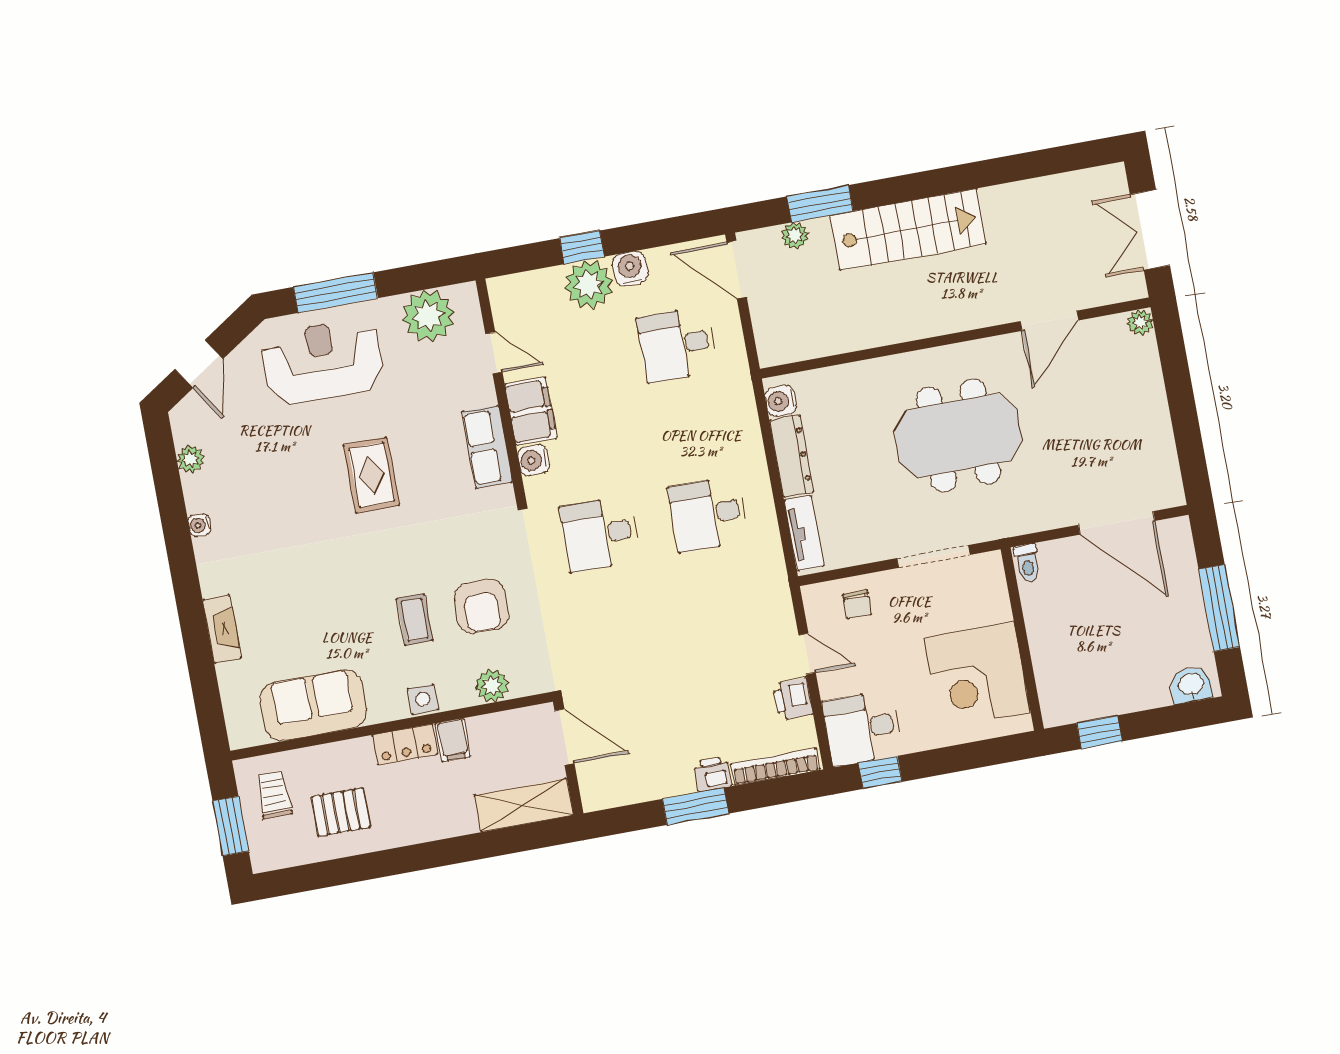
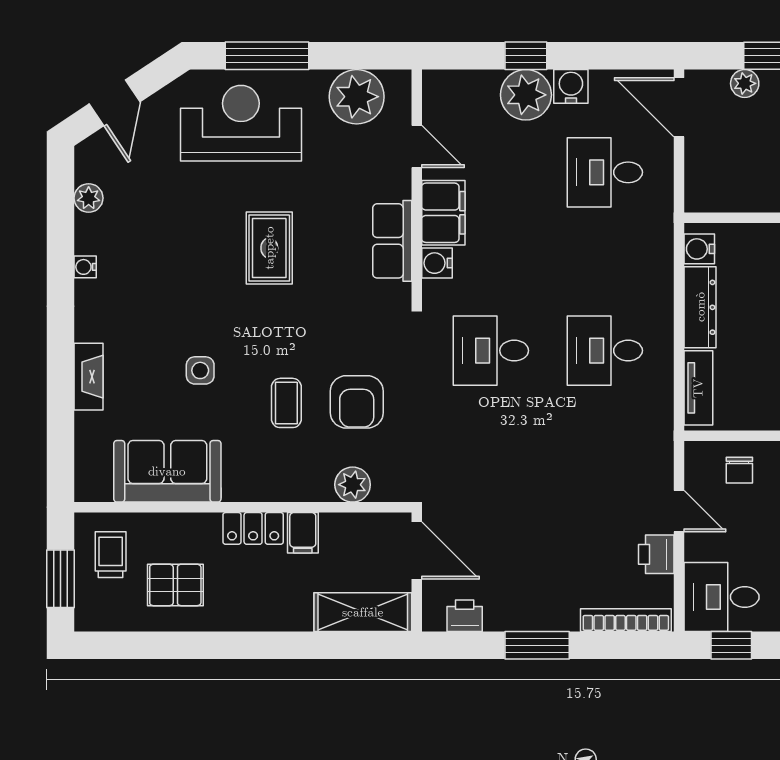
side table: (423, 699) -> (200, 370), moved
printer: (713, 774) -> (465, 616), moved

